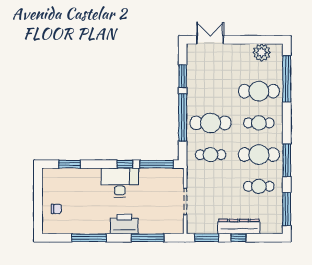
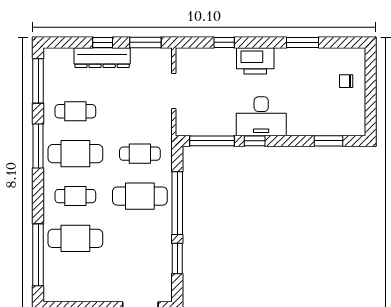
plant: (262, 52) -> (72, 290), removed
window: (89, 238) -> (302, 42), width x0.69
window: (148, 238) -> (224, 42), width x0.46

